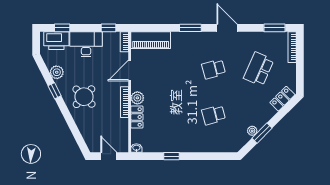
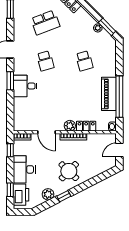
piano: (151, 40) -> (109, 94), moved, turned 180
desk: (184, 45) -> (25, 86), added
school desk: (259, 69) -> (45, 22), turned -45
window: (262, 133) -> (107, 27), moved
window: (171, 156) -> (119, 97), width x3.17

